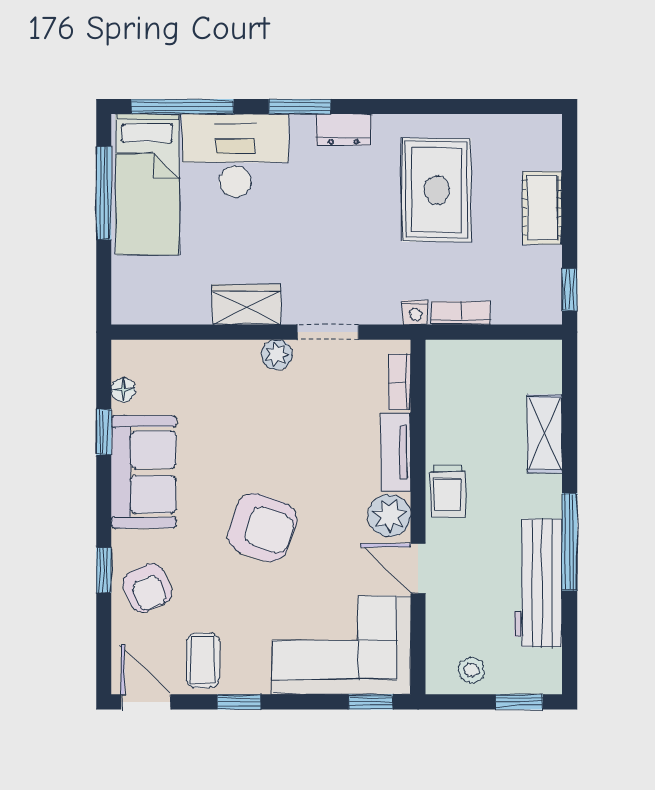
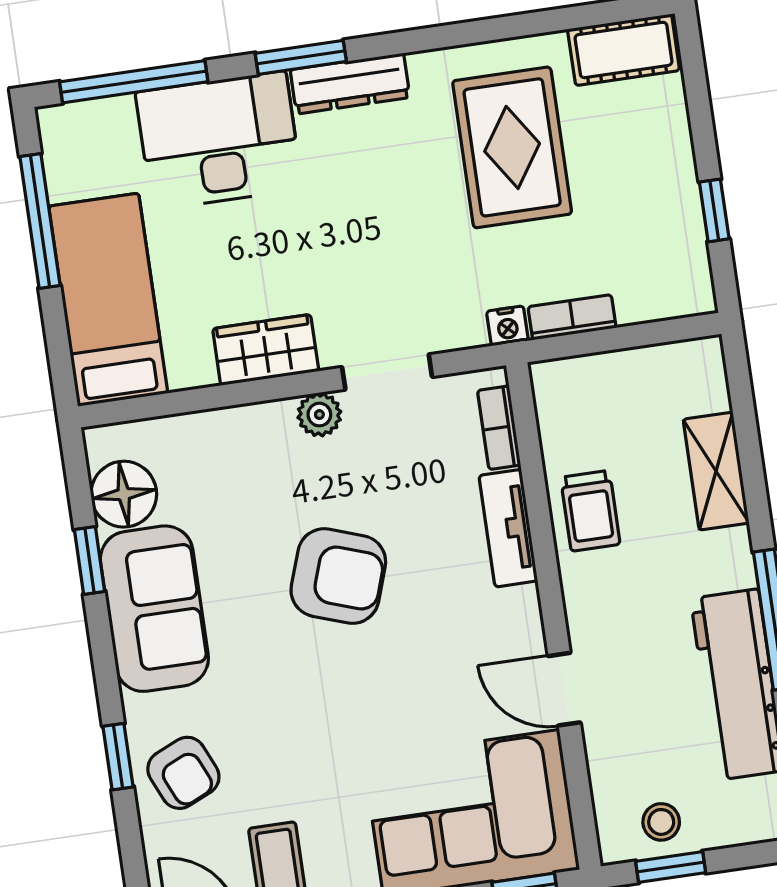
dresser: (343, 130) -> (350, 84), width x1.44
bed: (147, 184) -> (108, 300), moved, turned 180
cot: (542, 208) -> (624, 50), moved, turned 90
window: (570, 290) -> (714, 210), moved
floor lamp: (123, 390) -> (124, 494), width x1.89, depth x1.89
trolley: (448, 491) -> (590, 511), moved
plant: (389, 516) -> (512, 620), removed
armchair: (262, 528) -> (338, 576), moved
window: (519, 702) -> (671, 867), moved

